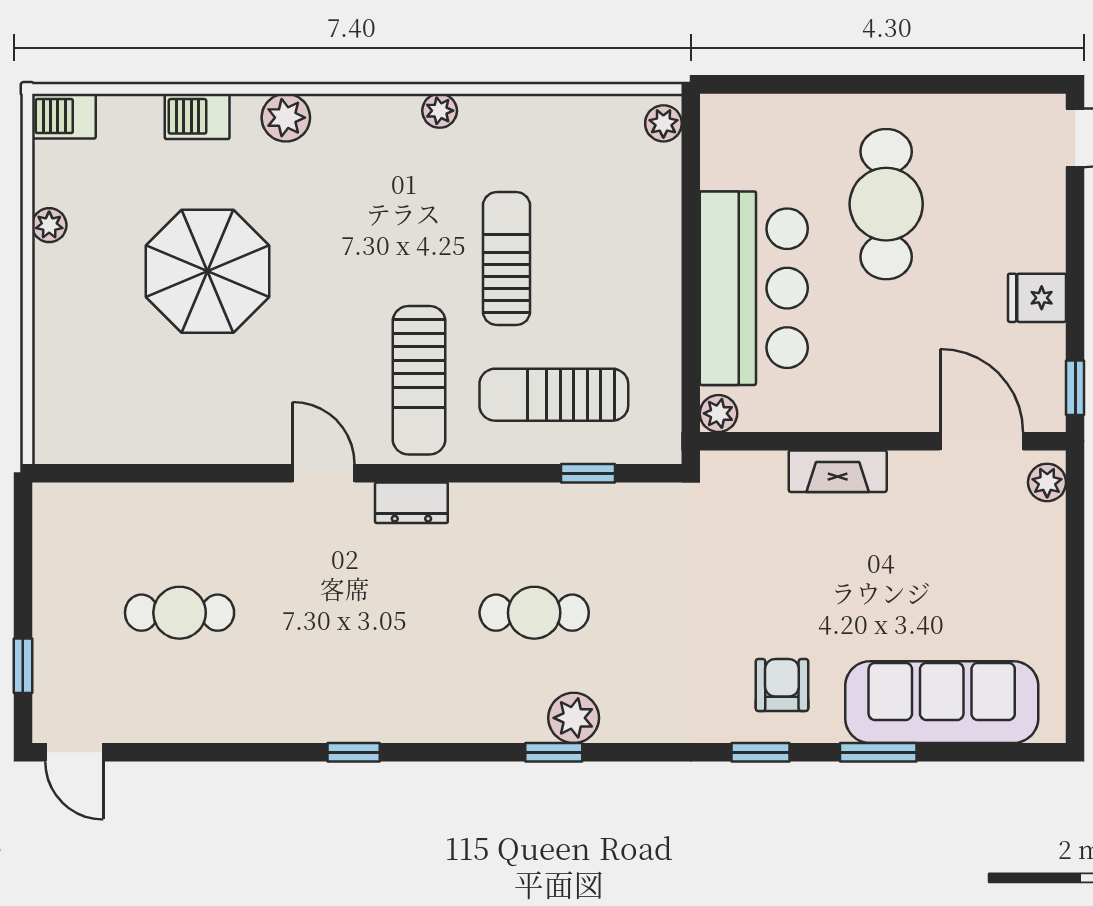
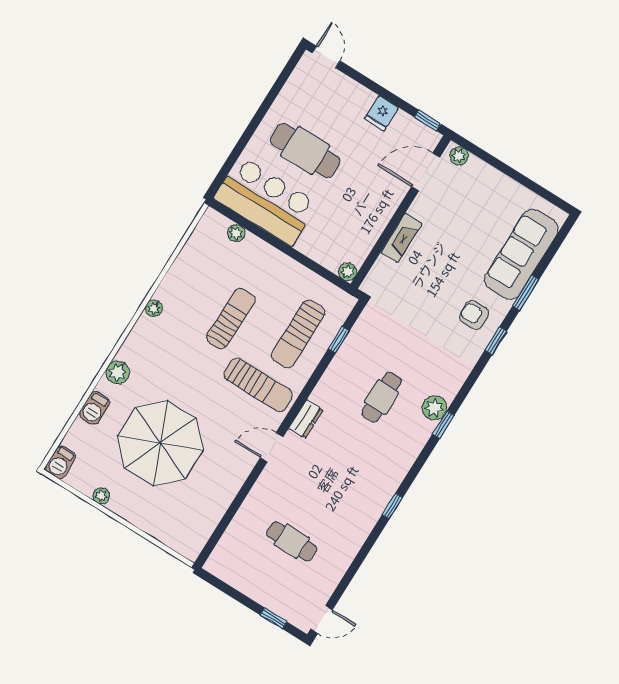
plant: (663, 123) -> (236, 233), moved
sun lounger: (507, 259) -> (231, 319), turned 91
parasol: (208, 271) -> (160, 443), width x1.36, depth x1.36
bar counter: (754, 288) -> (266, 201), moved
cafe table: (180, 613) -> (292, 541), turned 90

